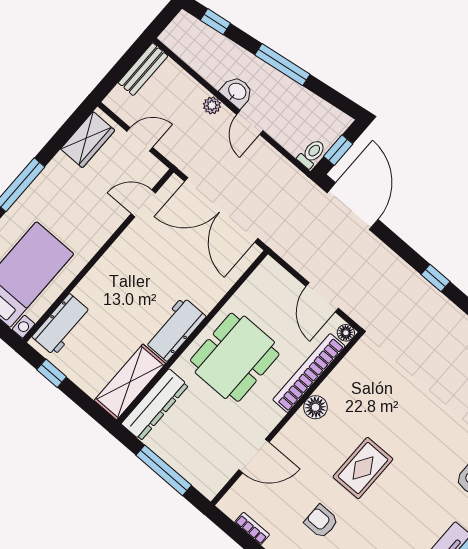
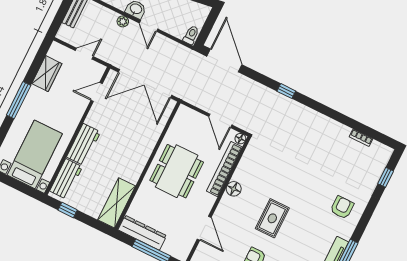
wardrobe: (88, 140) -> (47, 74), moved
window: (338, 150) -> (207, 29), removed
workbench: (175, 329) -> (83, 145), moved, turned 180
dresser: (155, 405) -> (142, 233), moved, turned -90
door: (254, 456) -> (204, 228), hinge flipped

